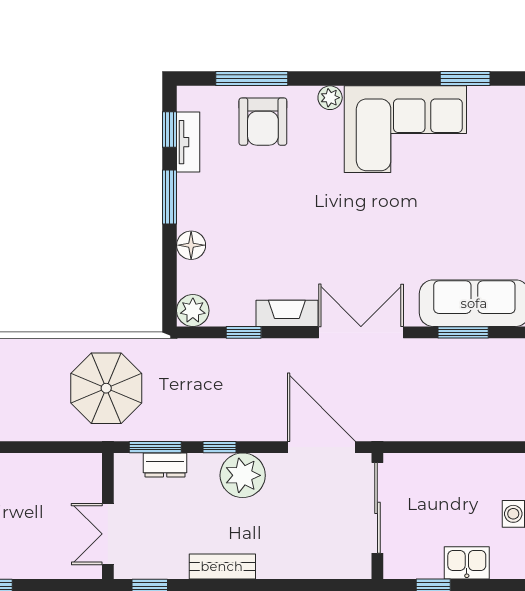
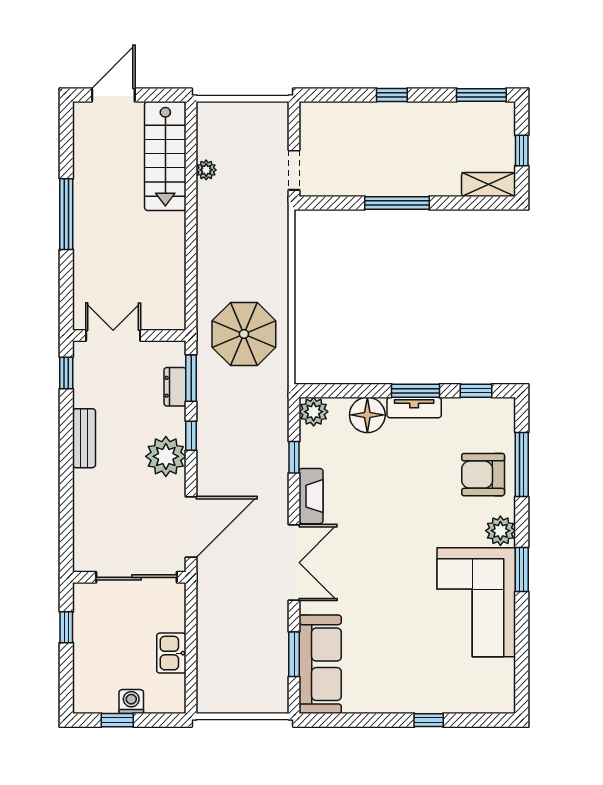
window: (465, 79) -> (522, 569), moved
plant: (330, 98) -> (500, 531), width x1.38, depth x1.38
tv unit: (188, 142) -> (414, 408), moved
floor lamp: (191, 245) -> (367, 415), width x1.38, depth x1.38
kitchen sink: (467, 563) -> (171, 653), moved, turned 180

